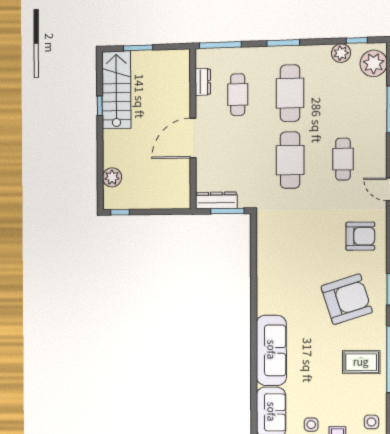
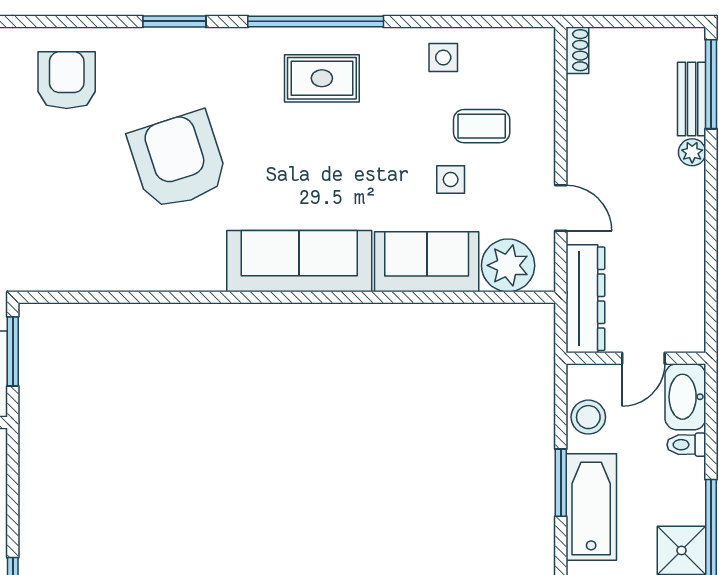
armchair: (347, 299) -> (178, 160), moved
rug: (361, 362) -> (322, 78), turned 90

